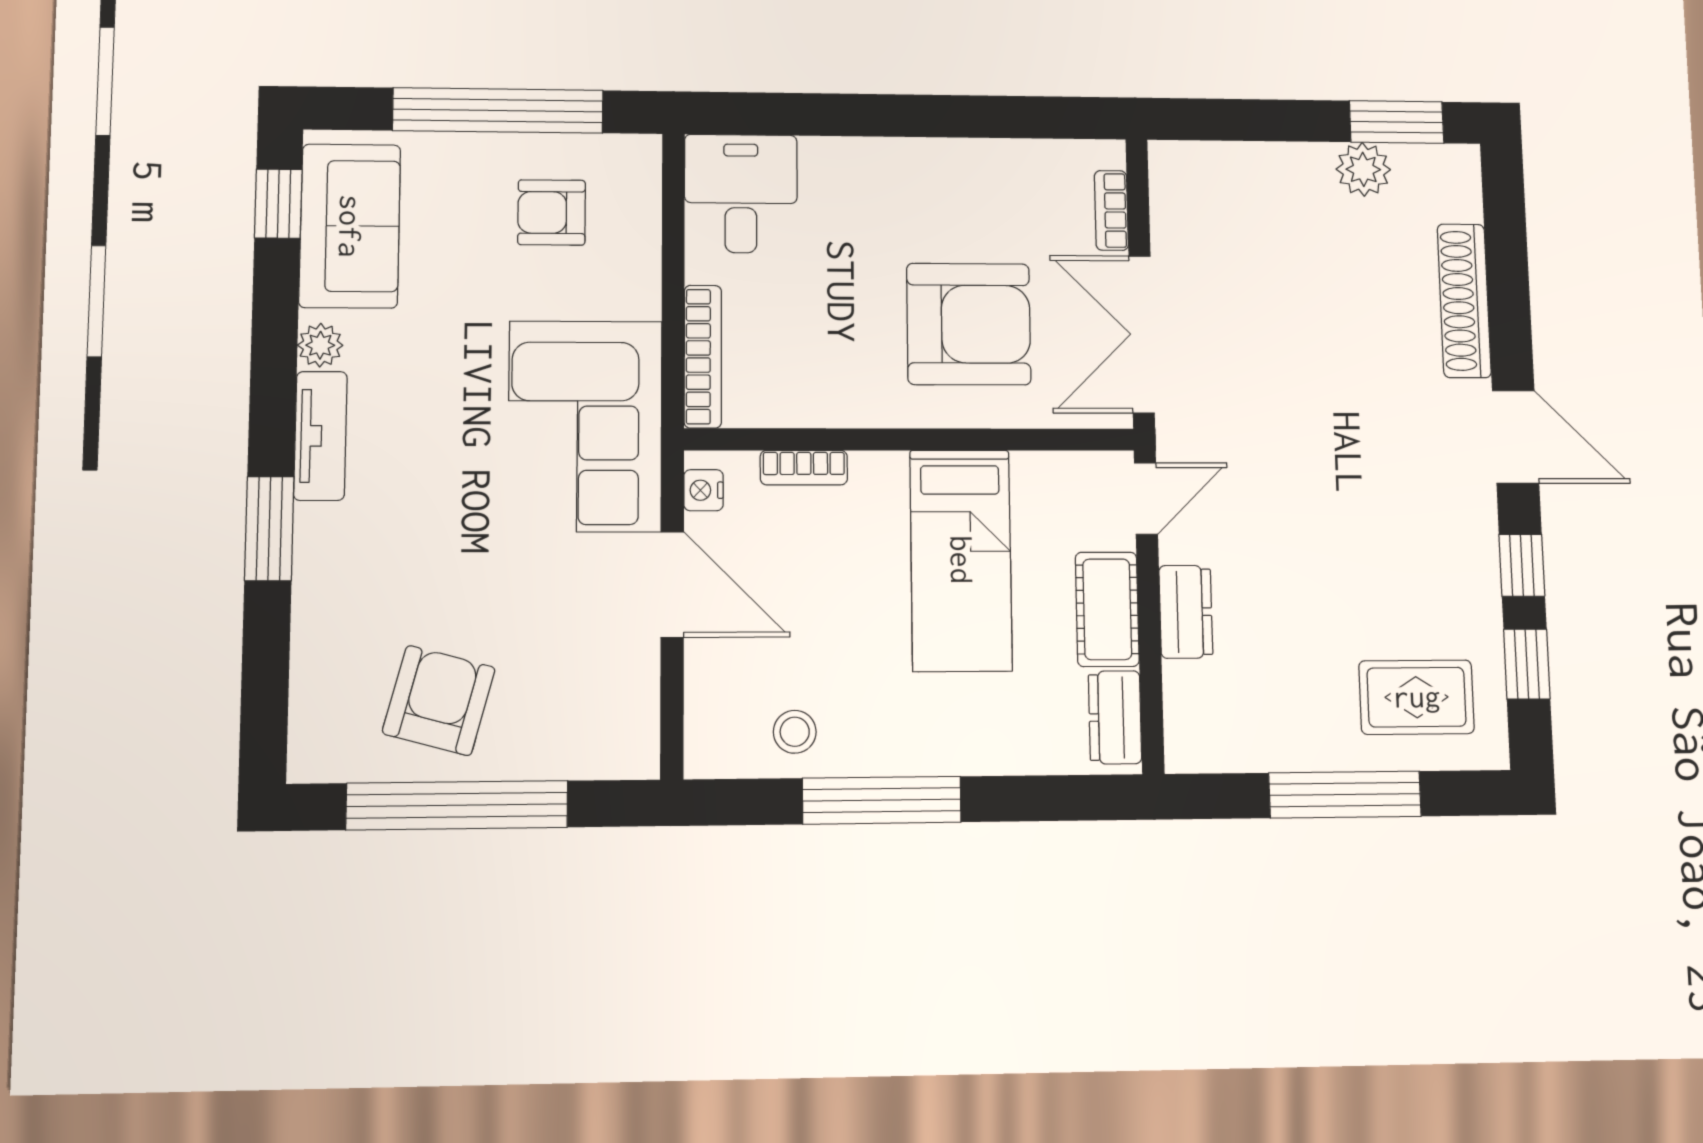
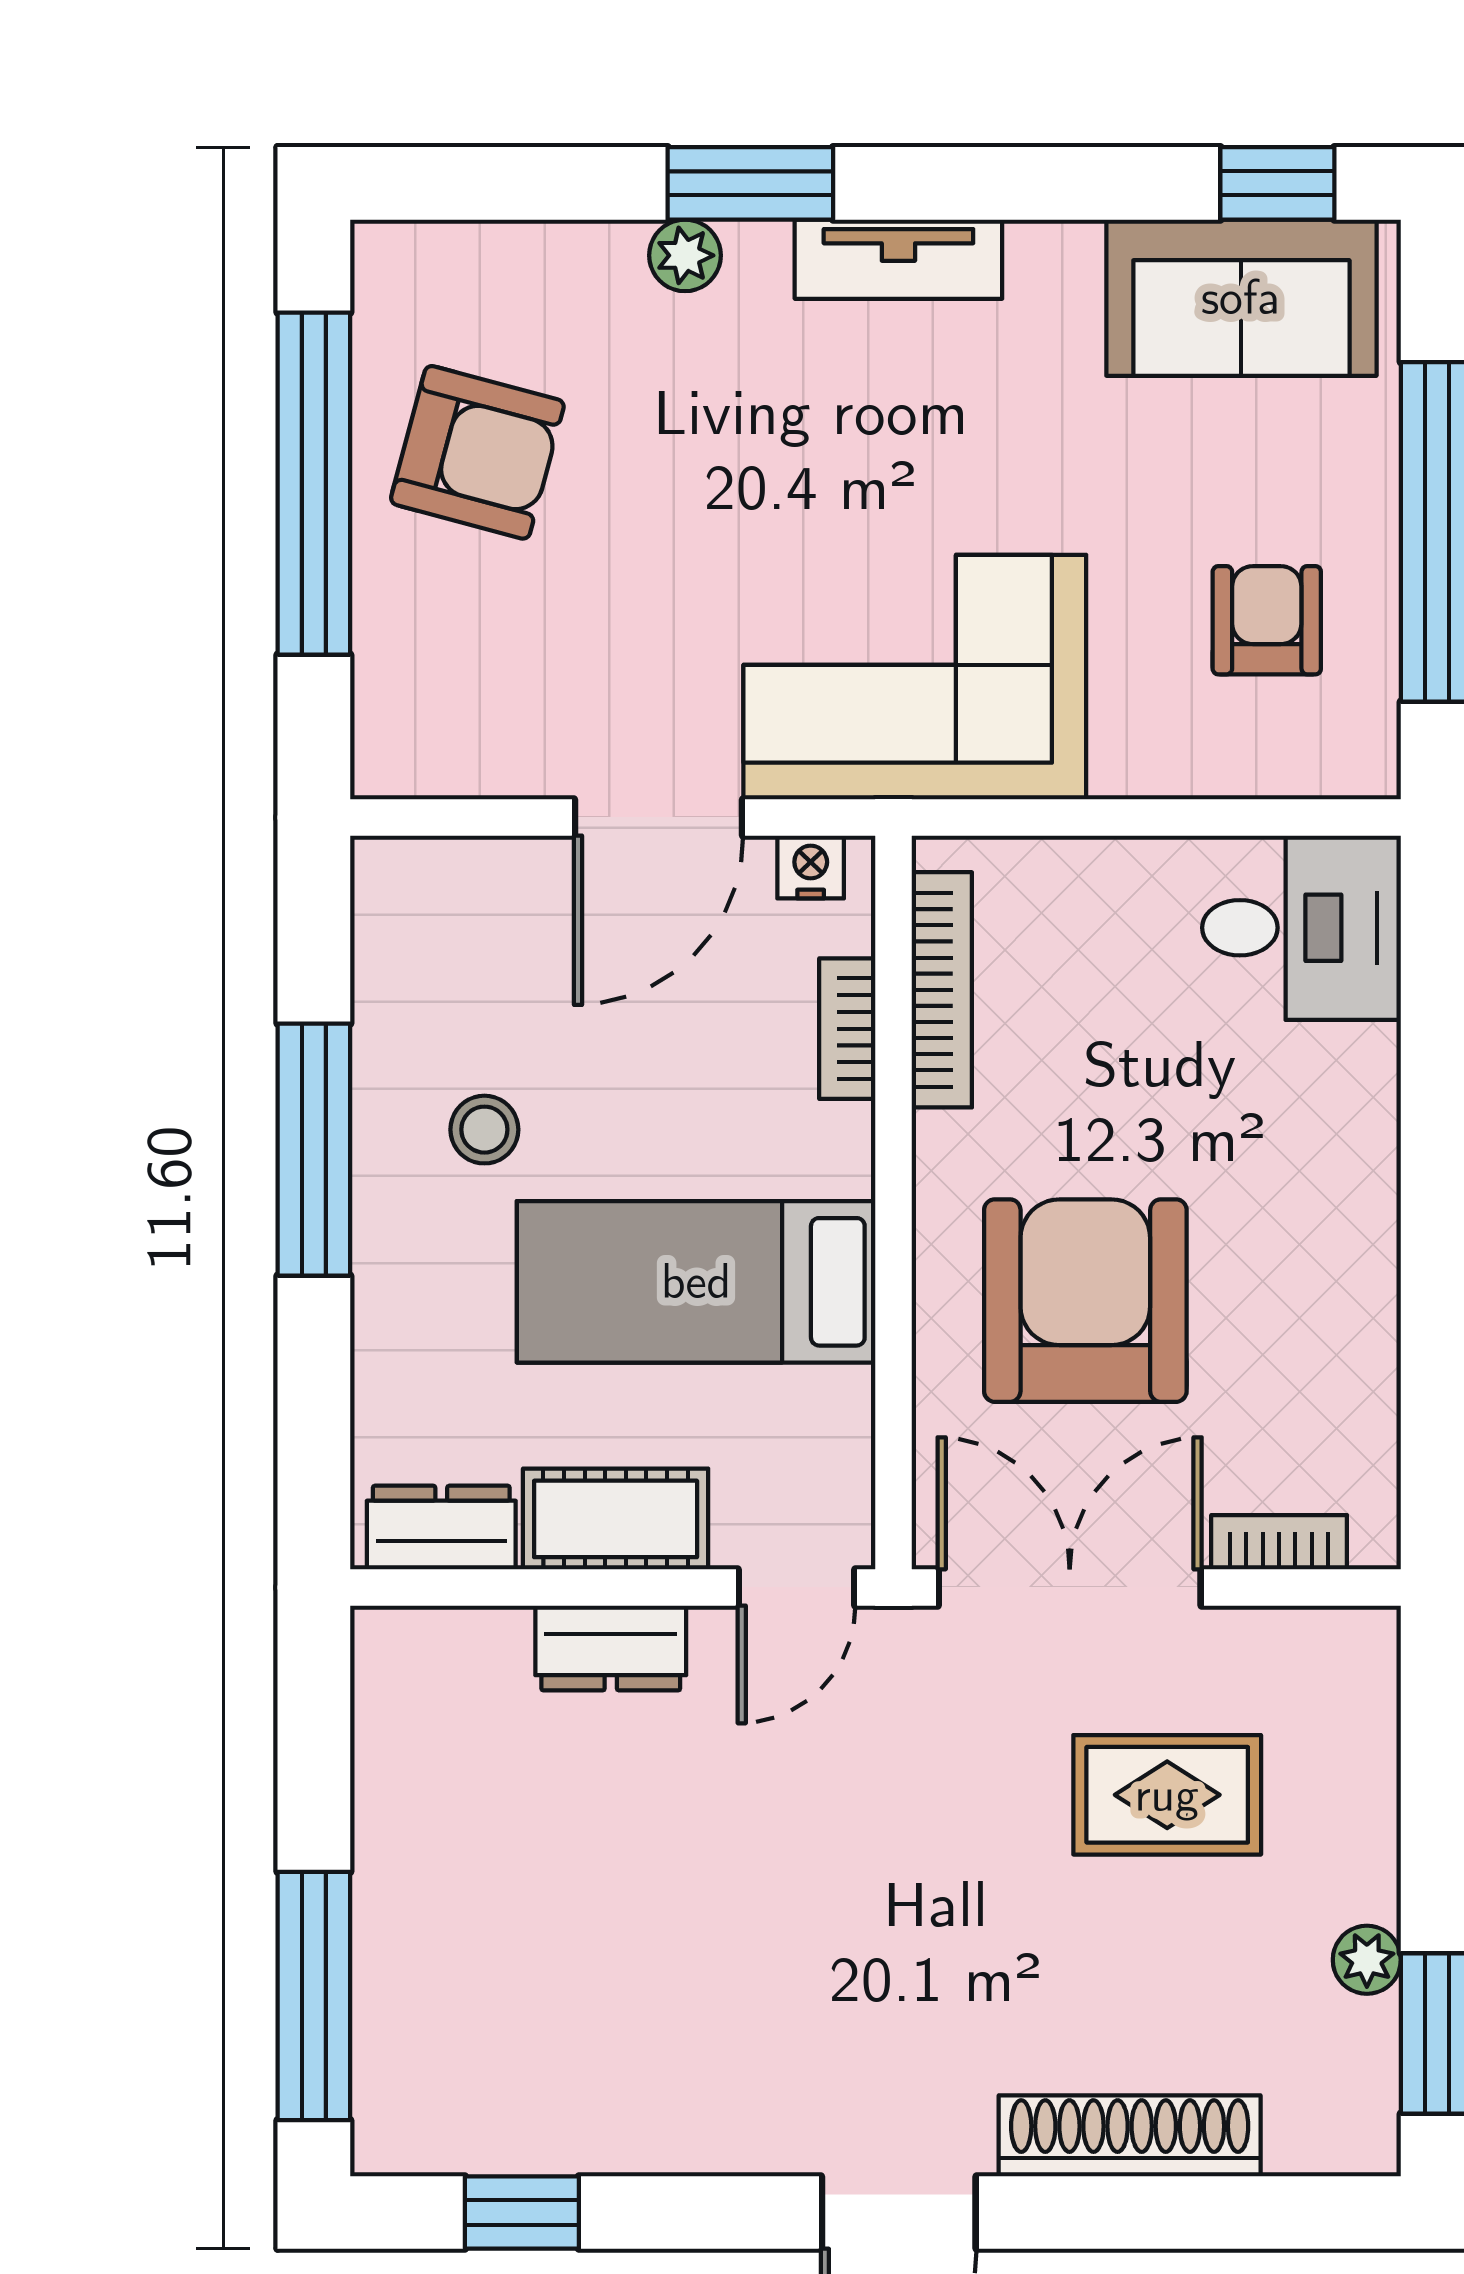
plant: (1363, 169) -> (1367, 1960), width x0.73, depth x0.73
armchair: (969, 324) -> (1085, 1301), turned 180
plant: (320, 345) -> (685, 255), moved
bookcase: (703, 356) -> (942, 990), moved, turned -90
door: (1146, 498) -> (797, 1587), hinge flipped
window: (1522, 565) -> (685, 2213), removed
rug: (1417, 697) -> (1167, 1795), moved, turned 90
stool: (795, 732) -> (484, 1130), moved
window: (1345, 795) -> (314, 1996), moved

